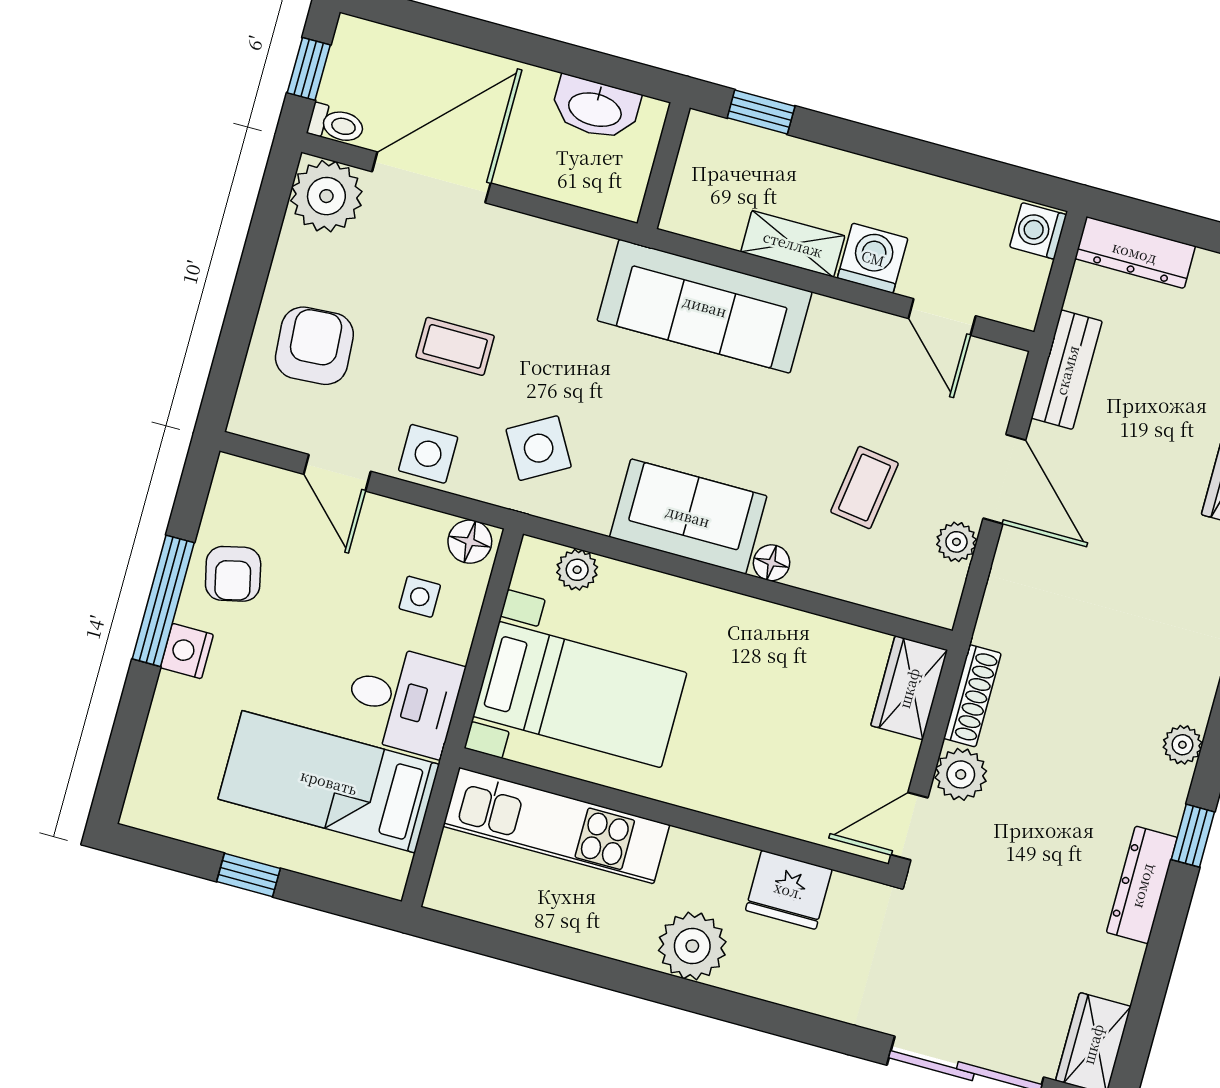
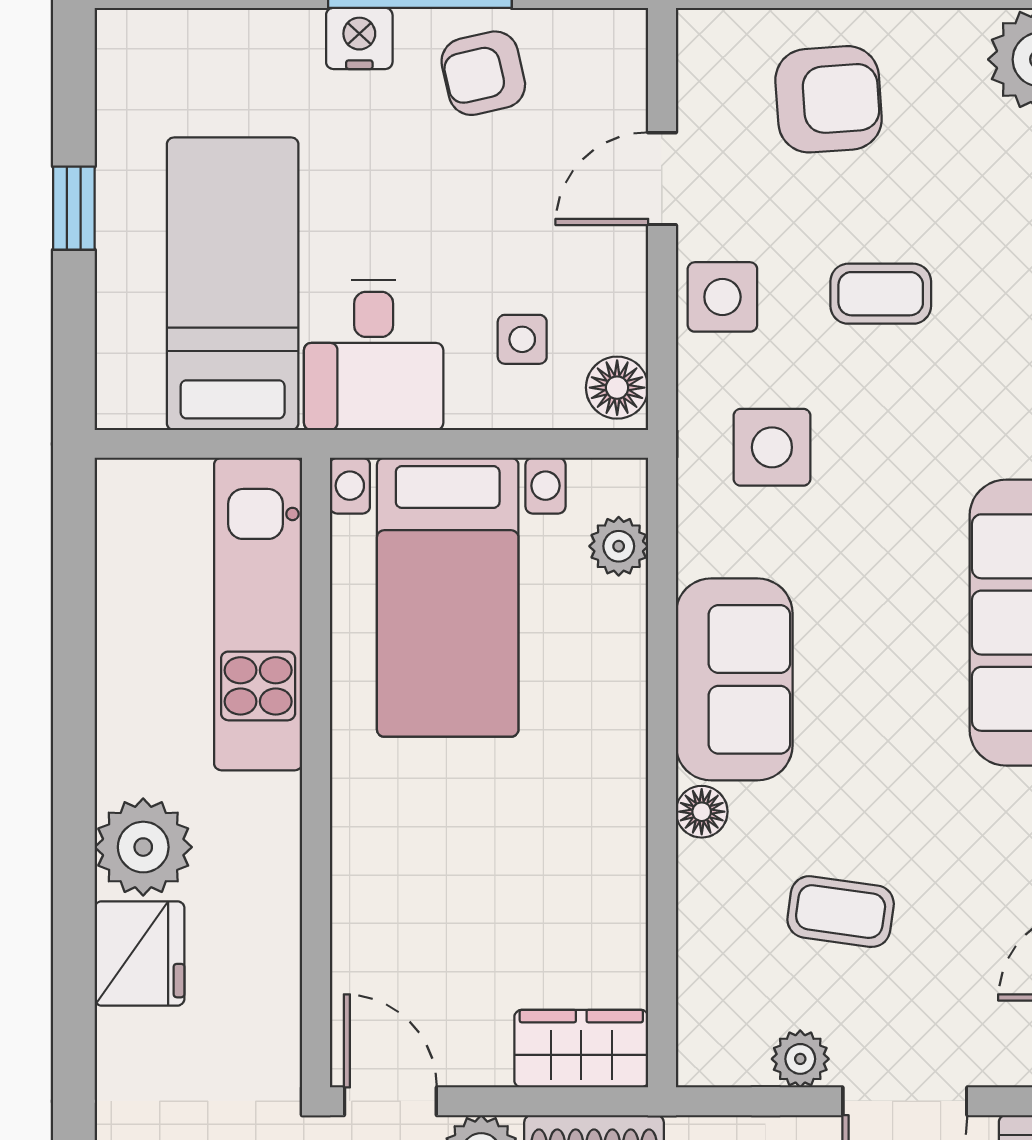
coffee table: (455, 346) -> (881, 294), turned 90
side table: (539, 448) -> (772, 447), turned 30
fridge: (789, 890) -> (139, 953), moved, turned 180

